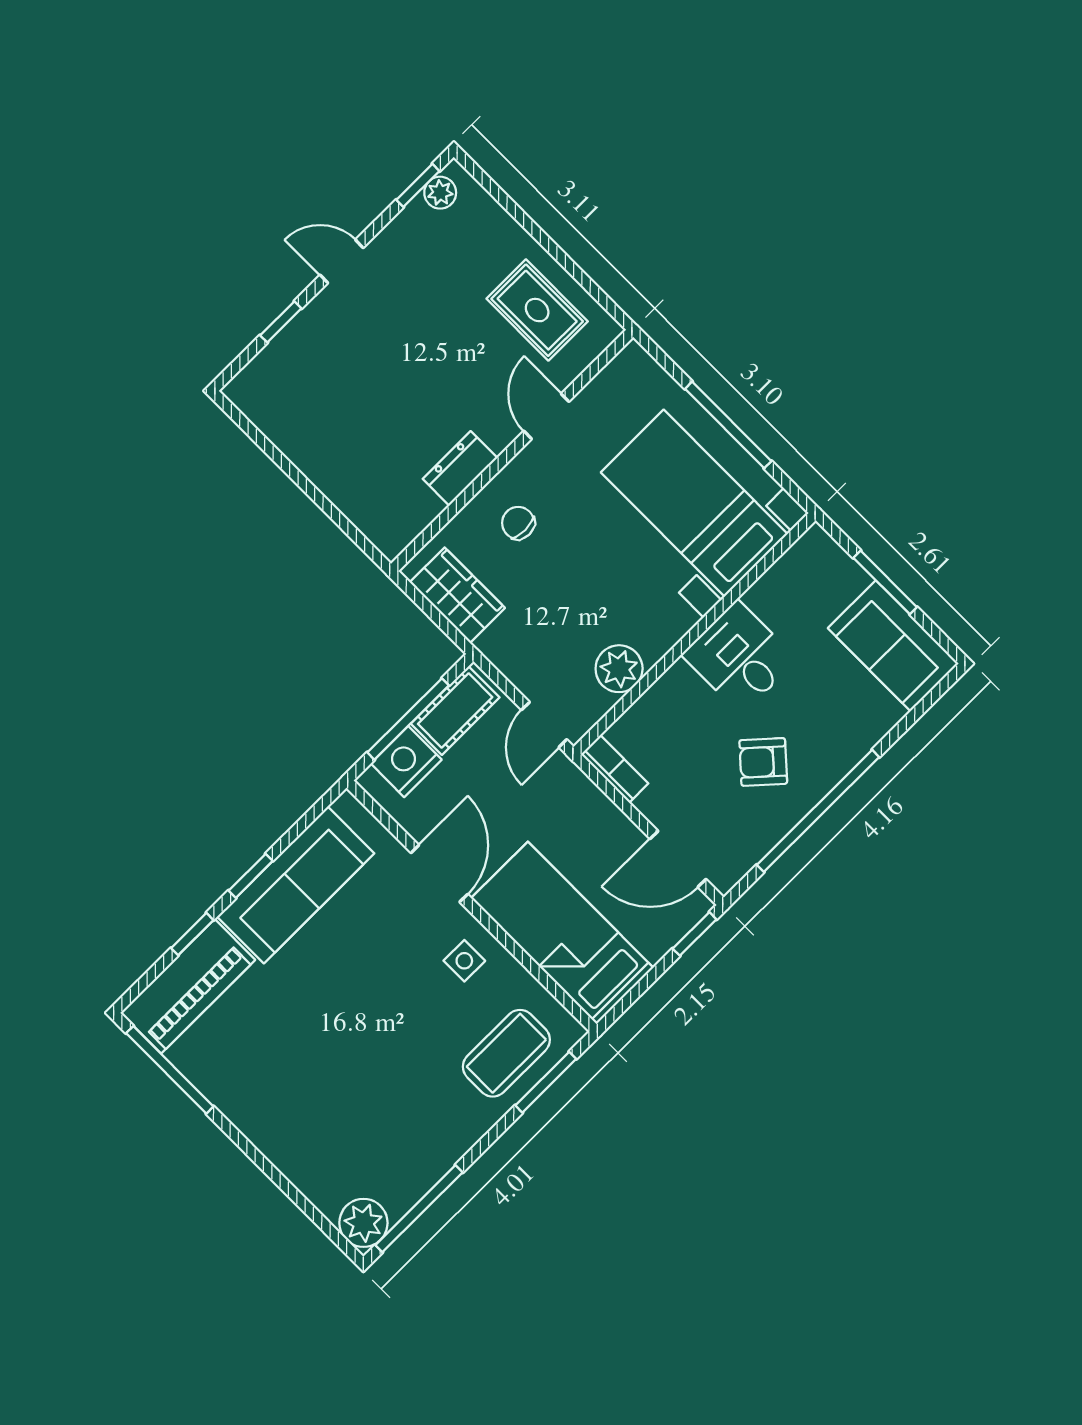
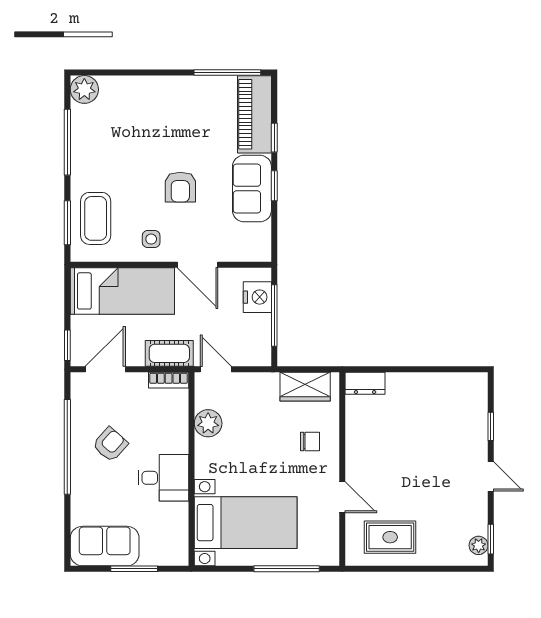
door: (342, 261) -> (491, 476), hinge flipped
window: (728, 425) -> (287, 569), moved
dresser: (460, 468) -> (365, 383), moved, turned 90
cot: (455, 711) -> (169, 353), moved, turned 90
sofa: (296, 885) -> (252, 189), width x0.73
armchair: (366, 988) -> (180, 187), added
window: (419, 1209) -> (67, 142), moved

